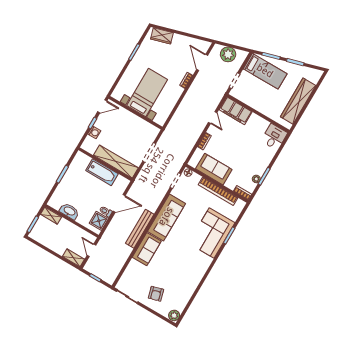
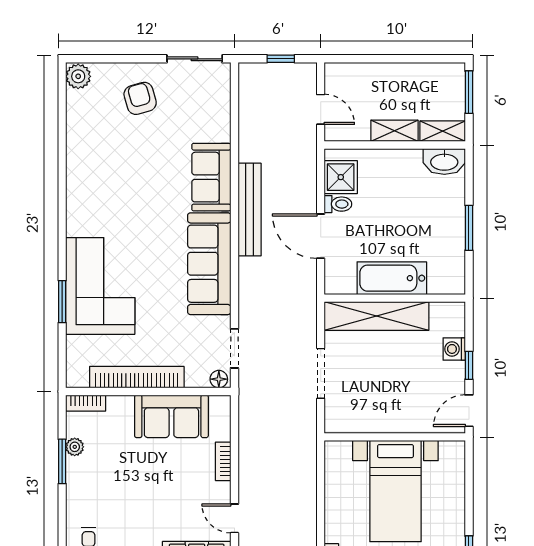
door: (119, 203) -> (321, 236), hinge flipped
washbasin: (69, 211) -> (444, 161), moved
shelving: (73, 258) -> (394, 131), moved

